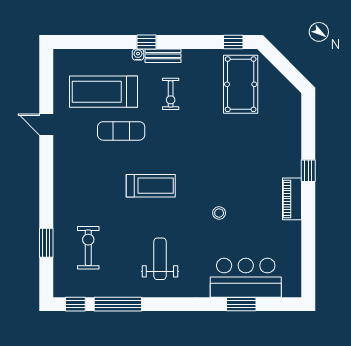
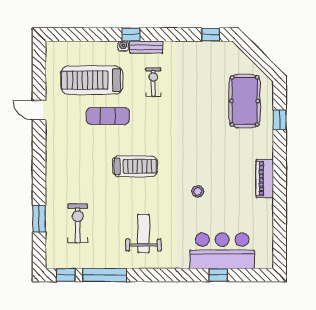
pool table: (241, 84) -> (245, 101), moved
exercise bike: (171, 94) -> (153, 82), turned 180
window: (308, 171) -> (280, 120), moved
window: (241, 304) -> (218, 275), width x0.67

